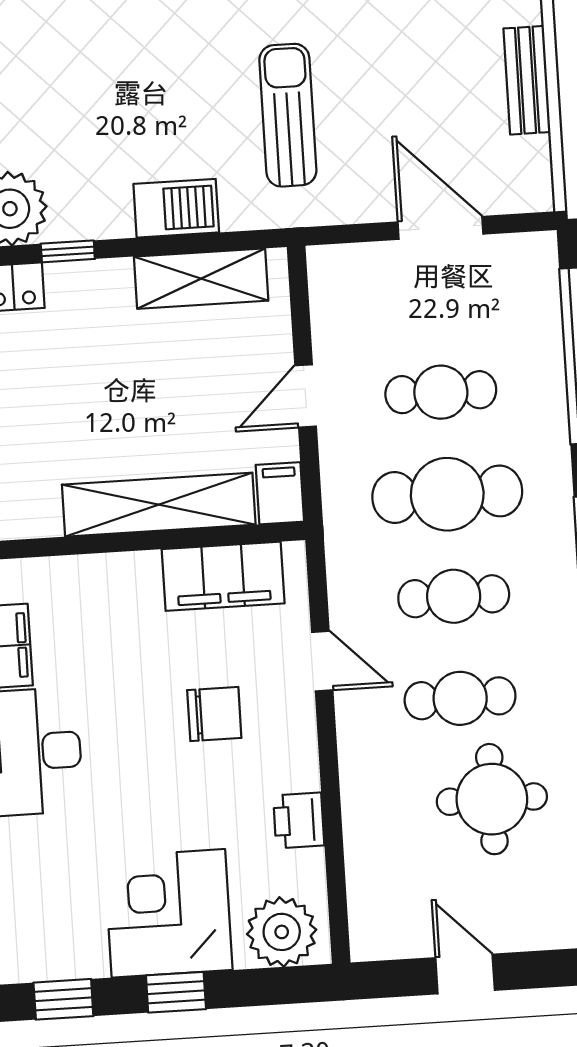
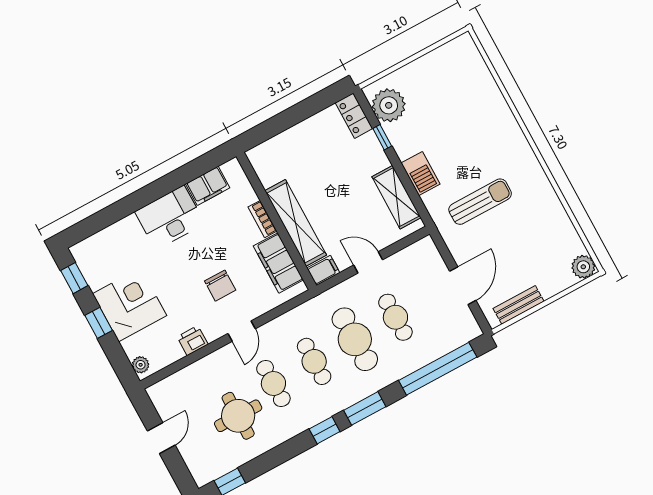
bench: (527, 80) -> (519, 305), moved
bookcase: (120, 567) -> (262, 219), added
door: (322, 661) -> (242, 331), moved
plant: (282, 932) -> (141, 365), width x0.53, depth x0.53

